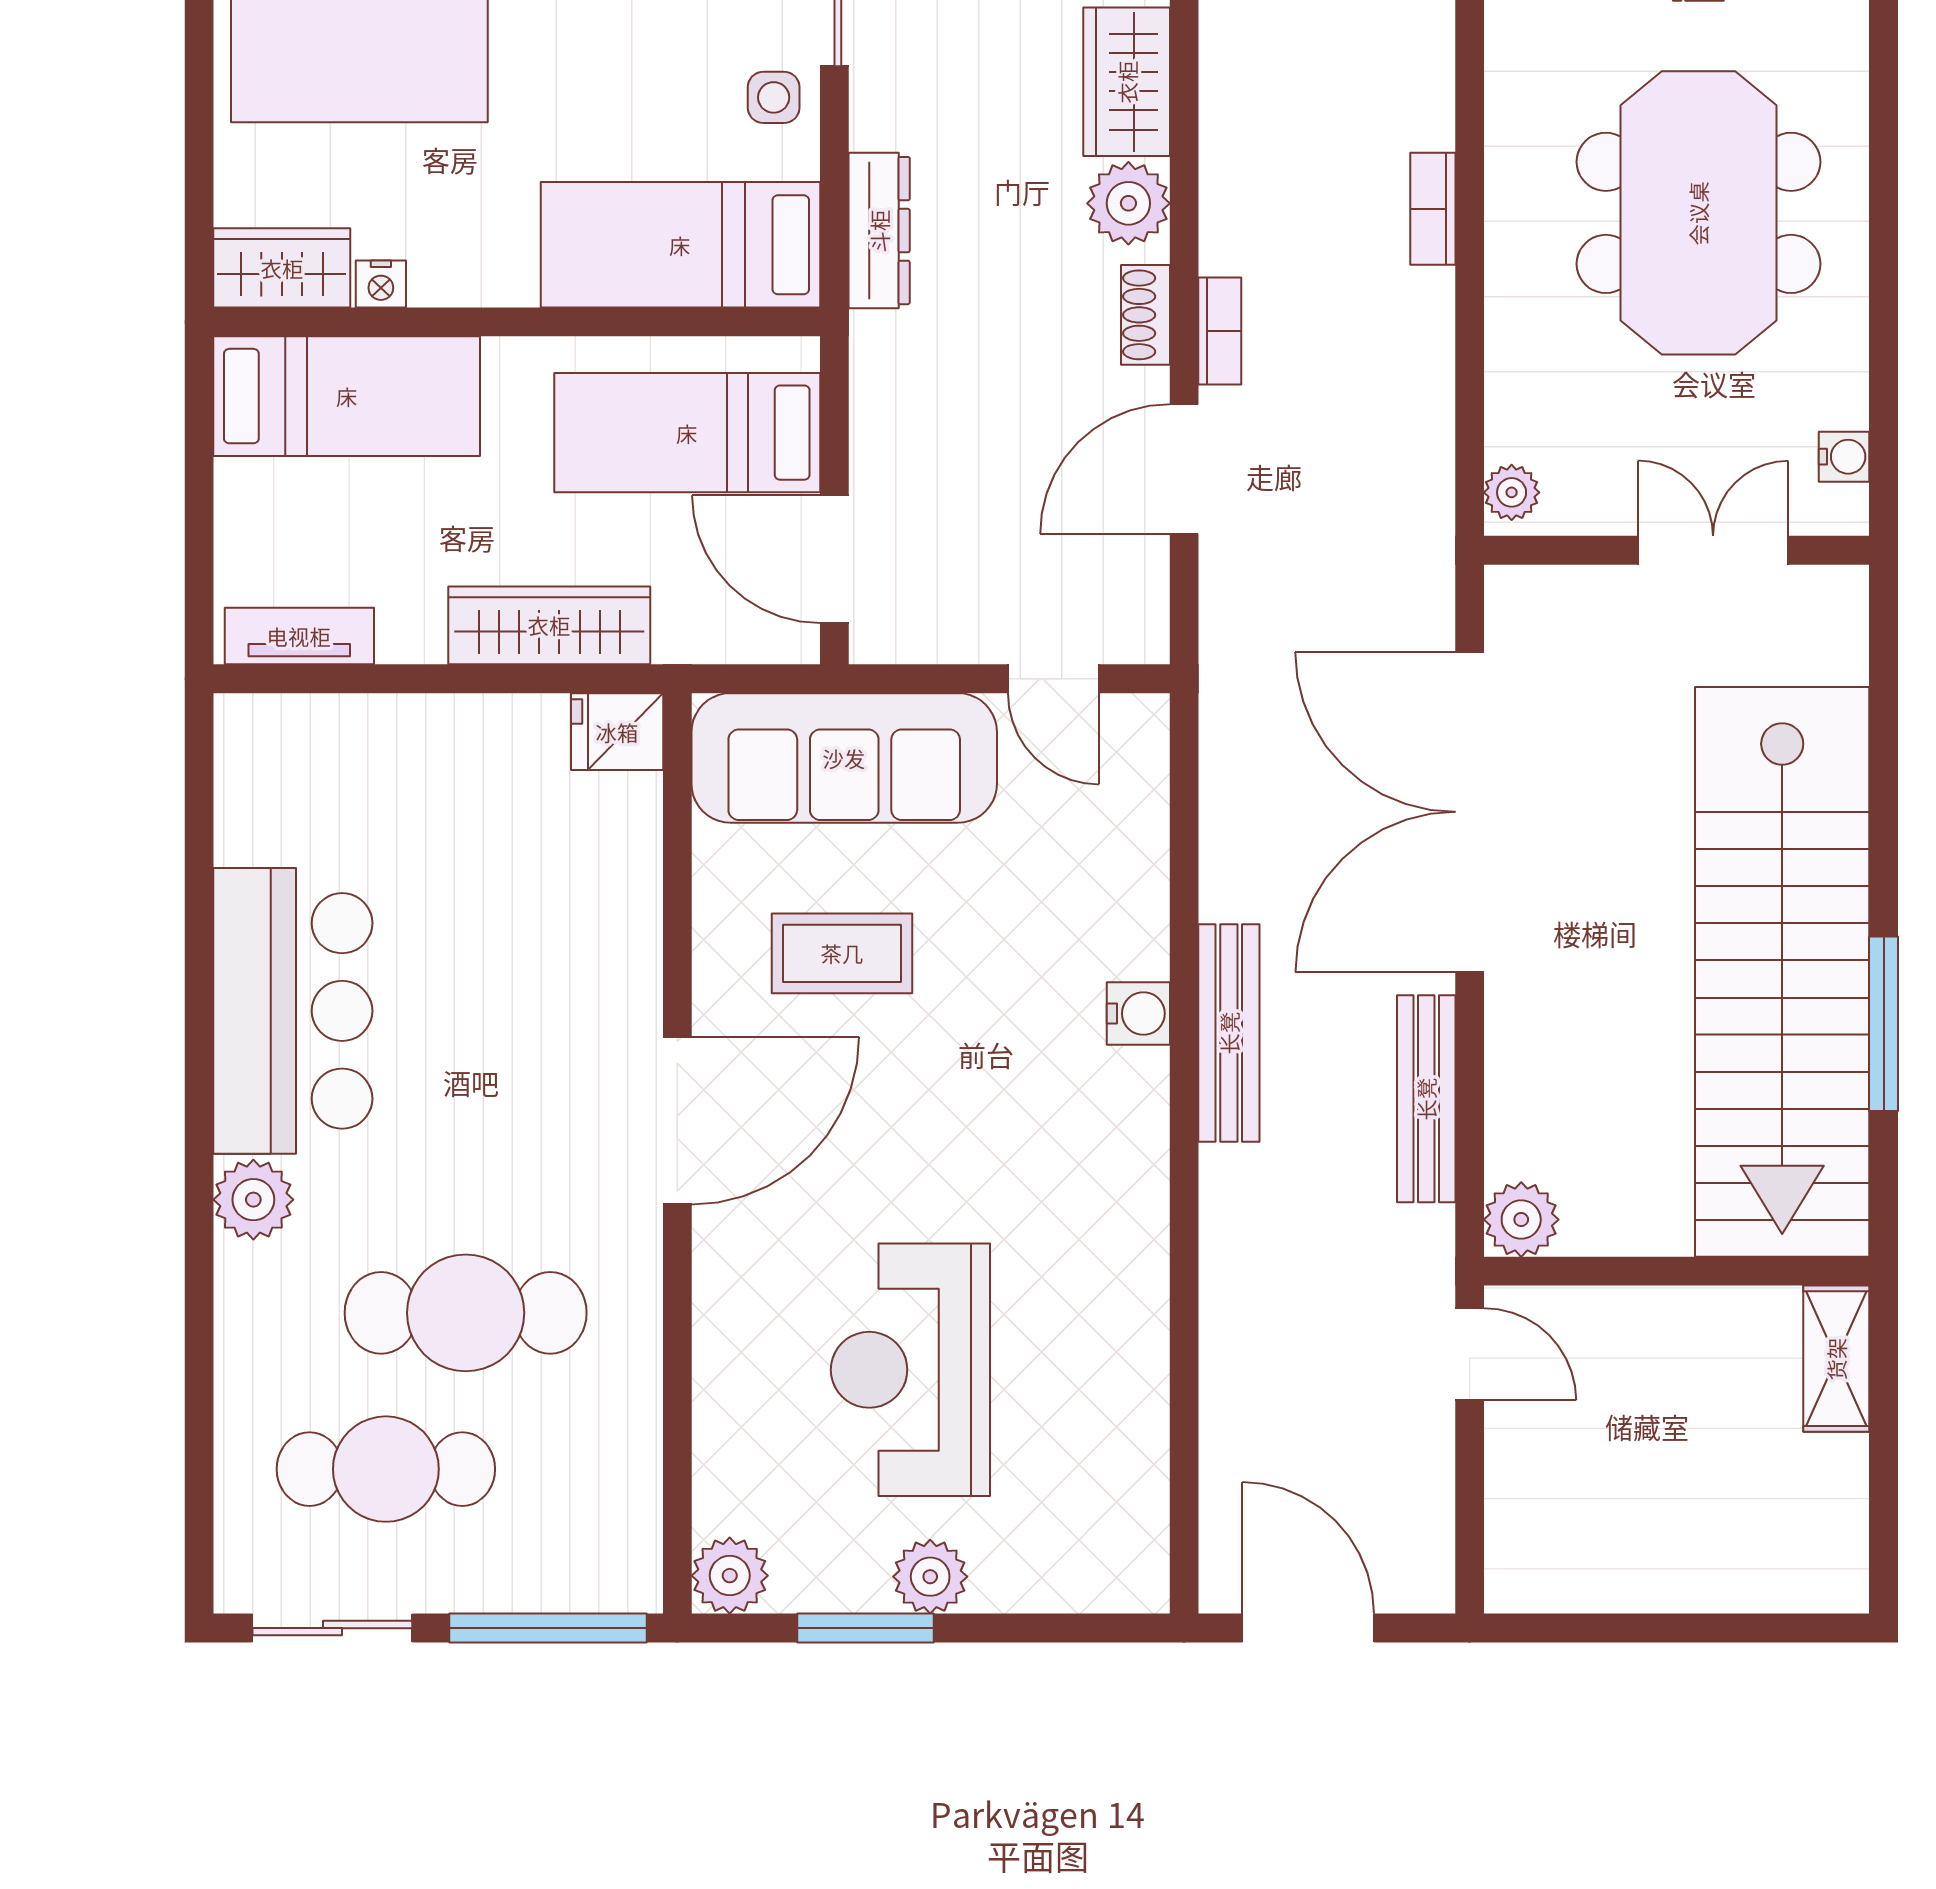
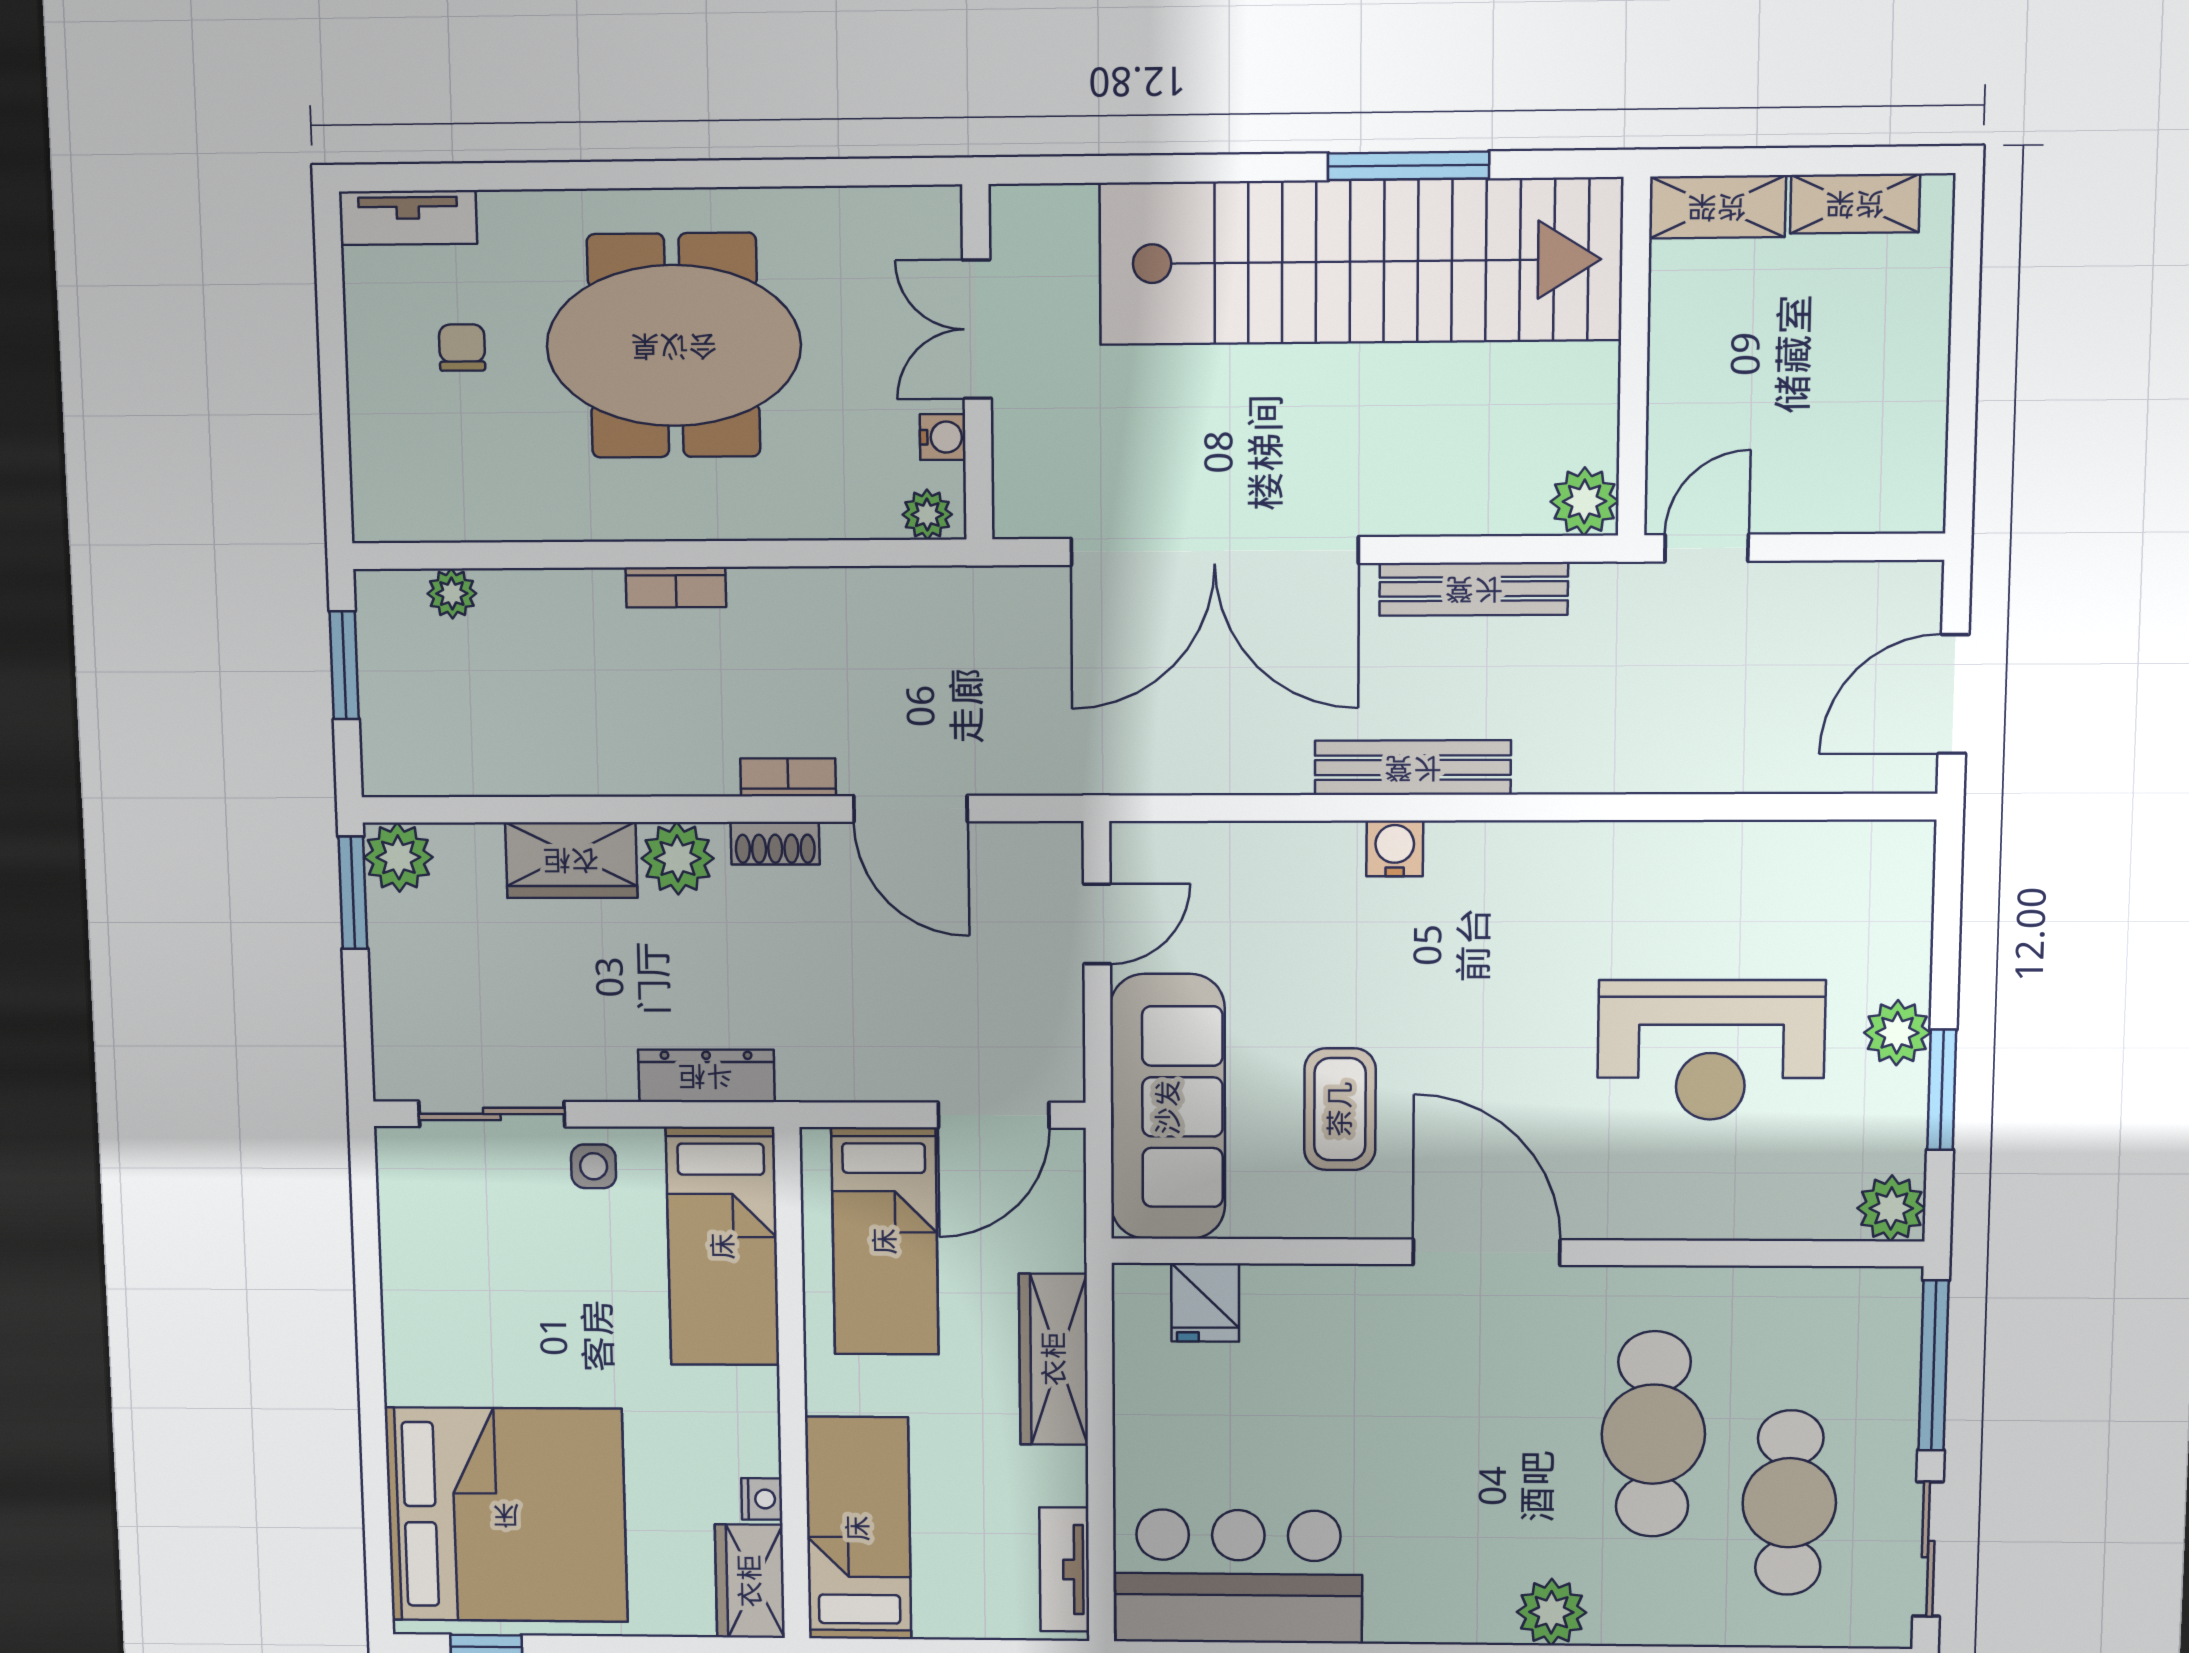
water cooler: (1844, 457) -> (943, 437), moved, turned 90
fridge: (617, 732) -> (1205, 1303), moved
bar counter: (293, 1011) -> (1238, 1576), moved
shelving: (1838, 1507) -> (1855, 204), added

